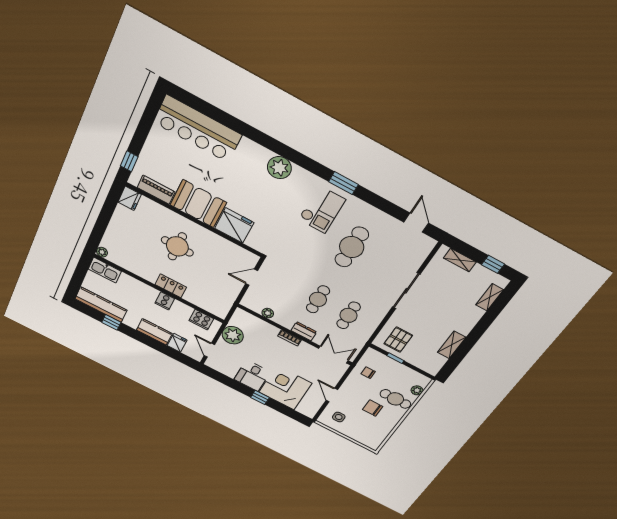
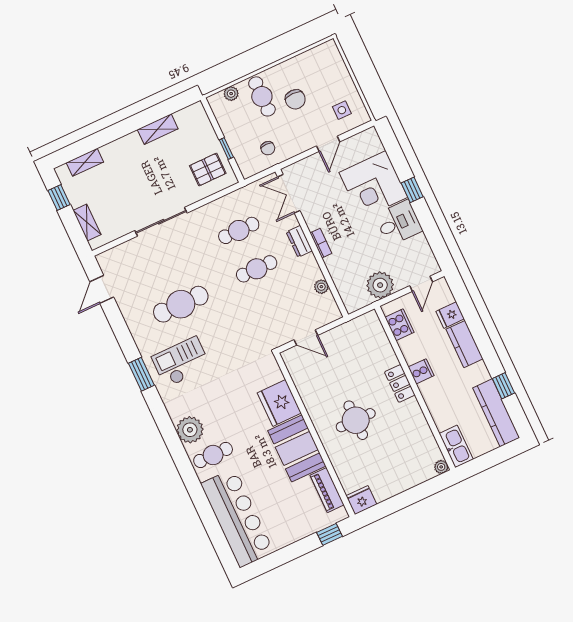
cafe table: (250, 161) -> (213, 455), added

